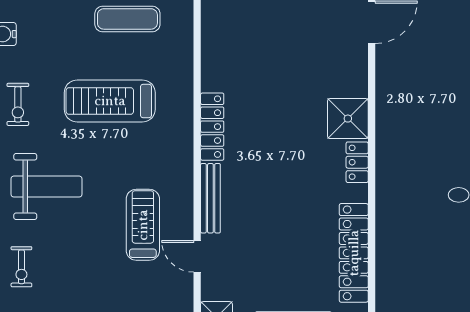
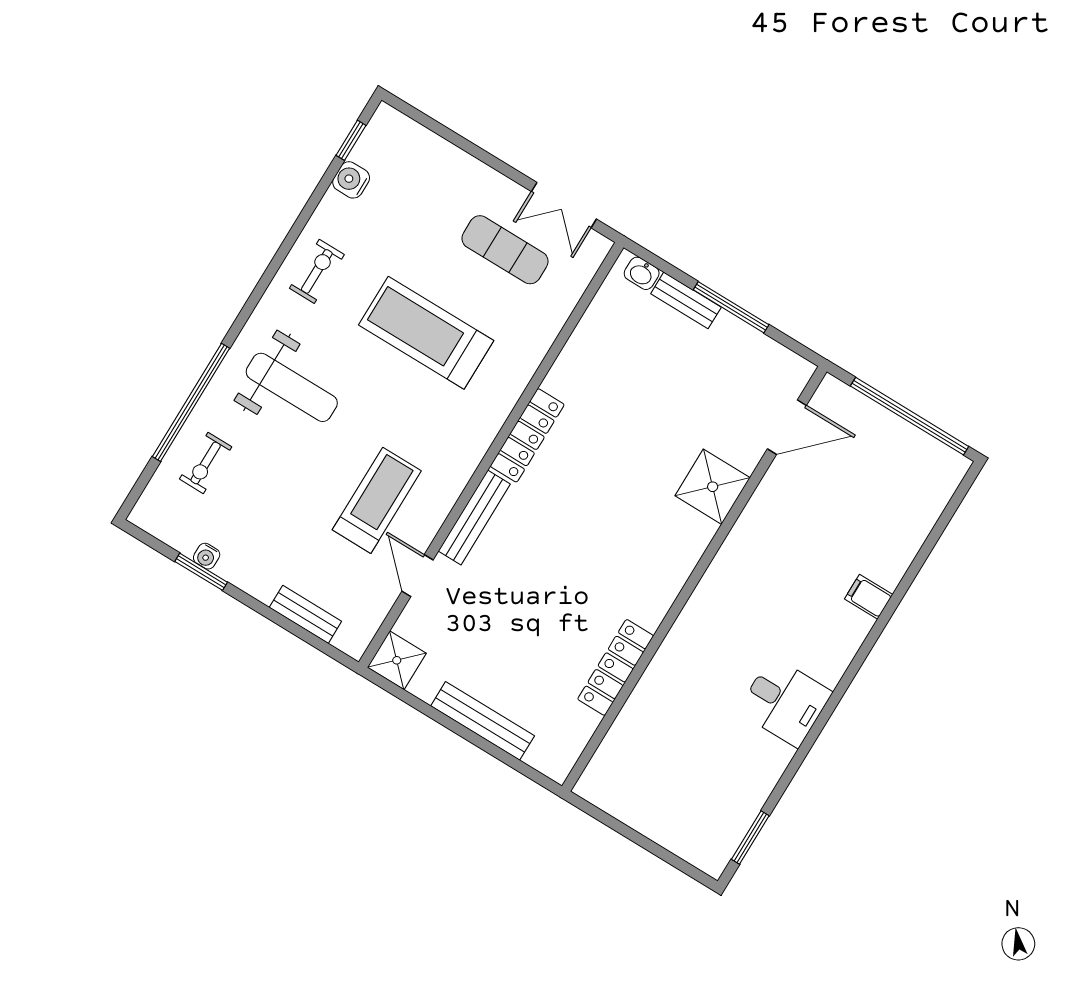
exercise bike: (18, 104) -> (317, 271), turned 180
shower: (348, 119) -> (713, 487), moved
locker: (357, 162) -> (671, 580), removed
locker: (354, 253) -> (616, 667), width x0.71, depth x0.83

